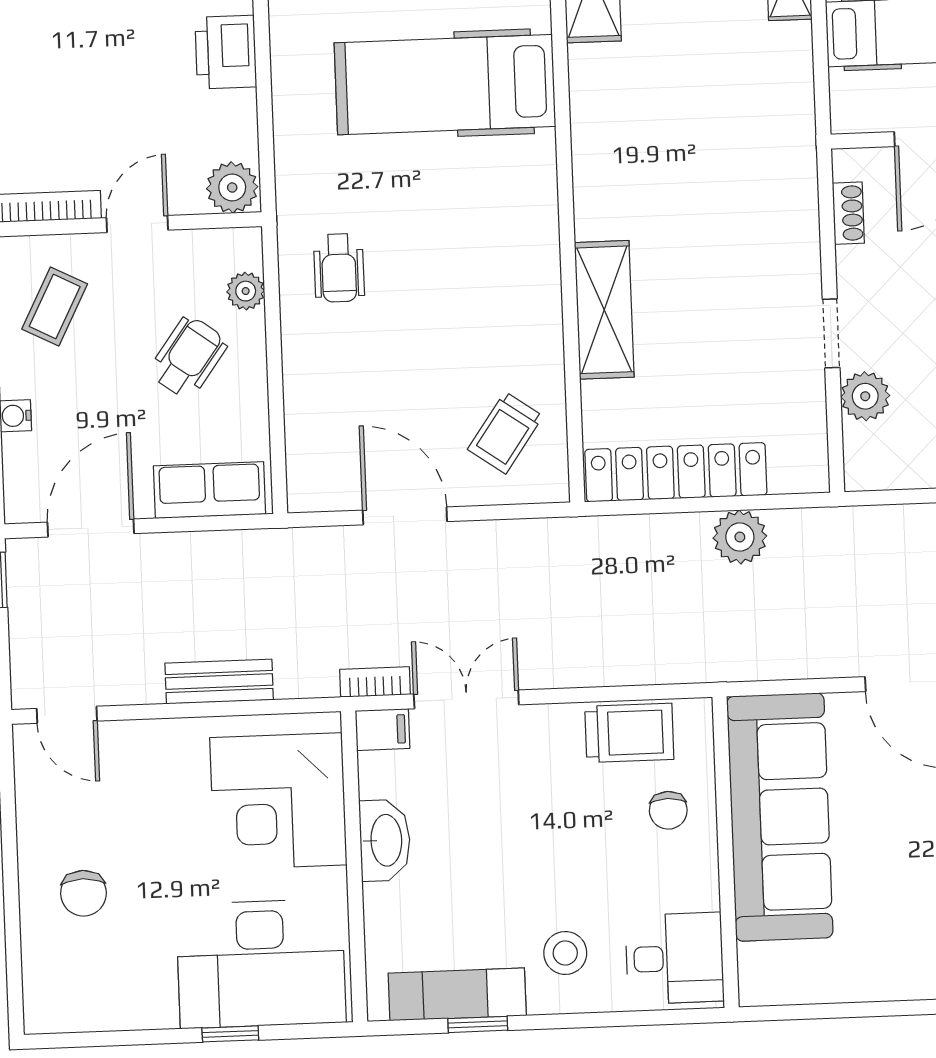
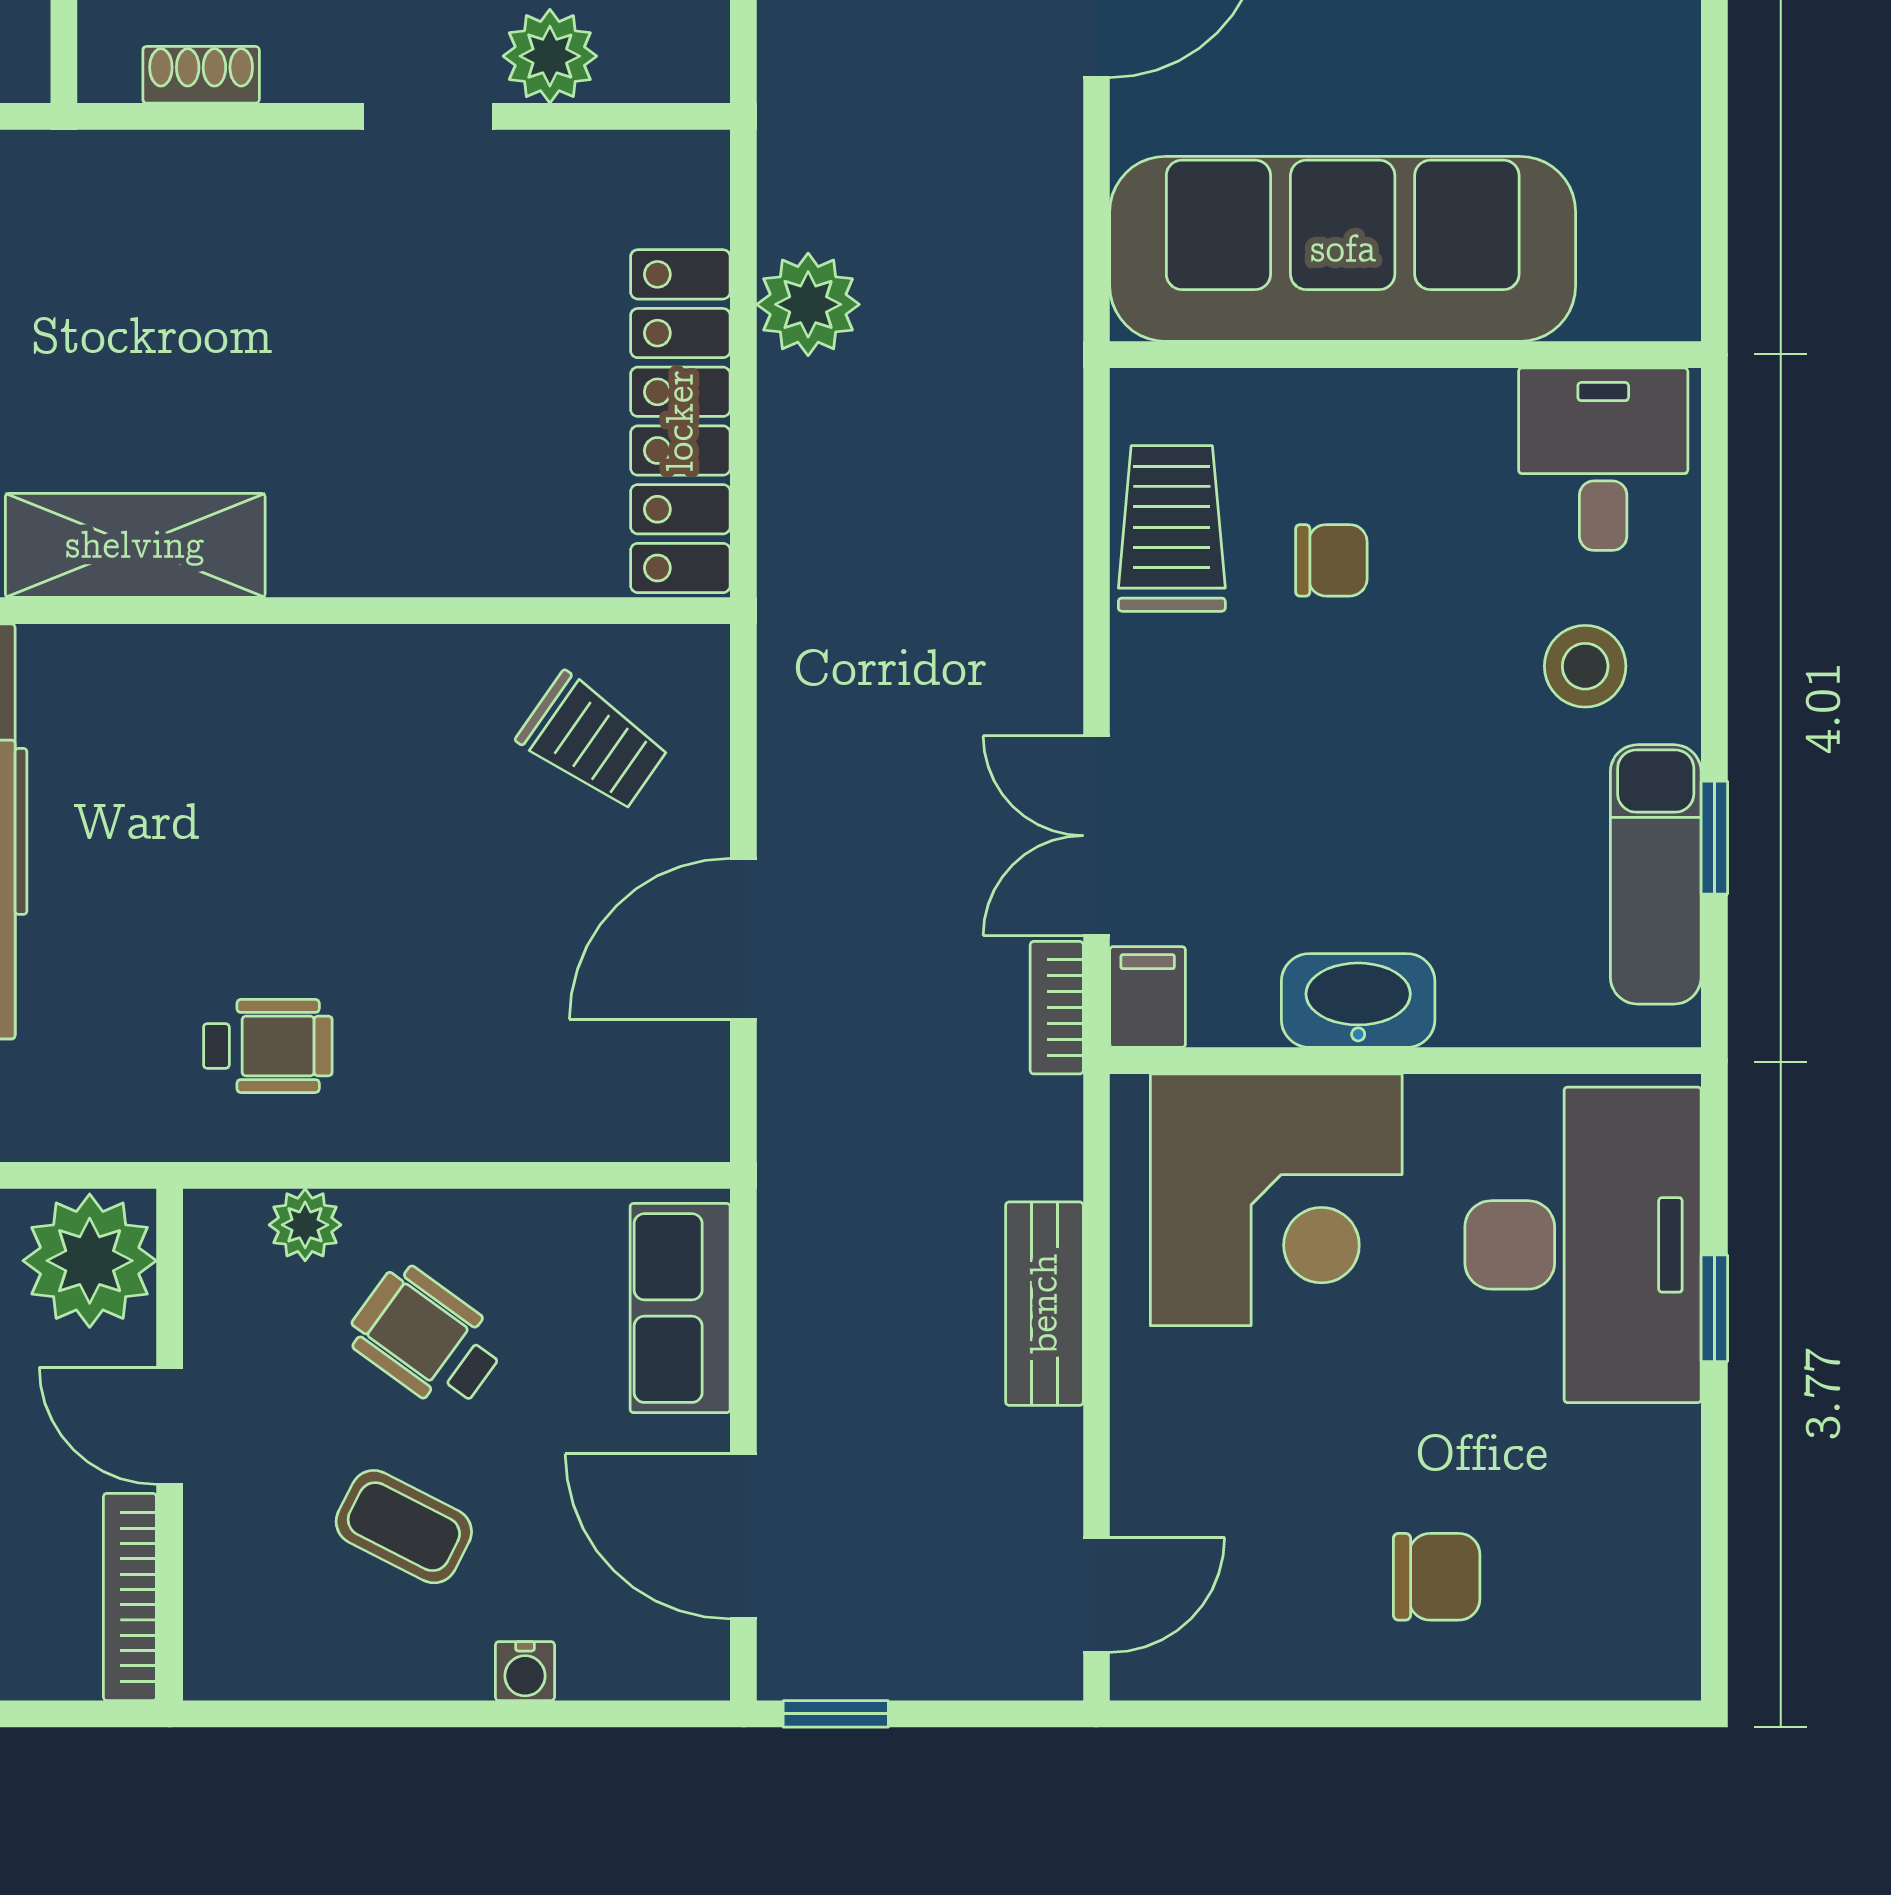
plant: (232, 188) -> (90, 1261), width x1.36, depth x1.36
coffee table: (55, 306) -> (404, 1527), moved
shelving: (604, 310) -> (135, 545), moved
chair: (668, 810) -> (1331, 560), moved

